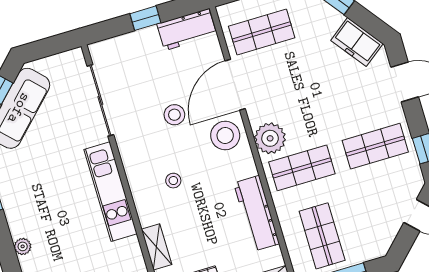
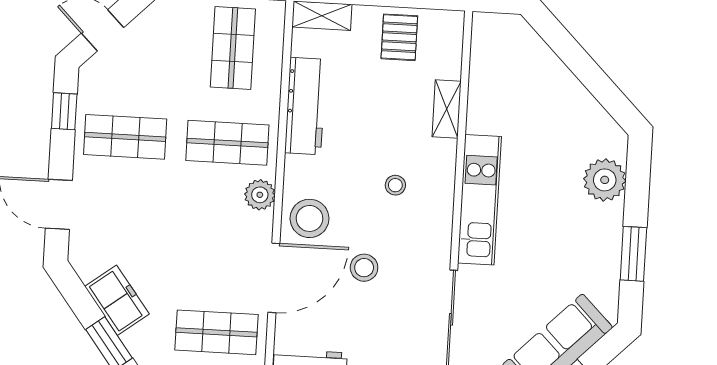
freezer: (357, 42) -> (117, 300), moved
plant: (270, 138) -> (260, 195), width x0.73, depth x0.73
plant: (23, 246) -> (605, 180), width x1.88, depth x1.88

